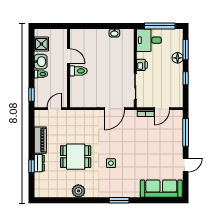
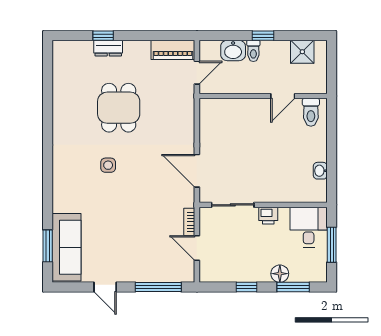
window: (160, 26) -> (332, 245), width x0.69
washbasin: (41, 62) -> (233, 50), moved
toilet: (78, 71) -> (311, 112), moved
window: (31, 94) -> (263, 36), moved
door: (54, 109) -> (197, 73), hinge flipped
piano: (40, 140) -> (173, 50), moved
plant: (78, 191) -> (63, 112), removed
window: (119, 200) -> (48, 246), moved

